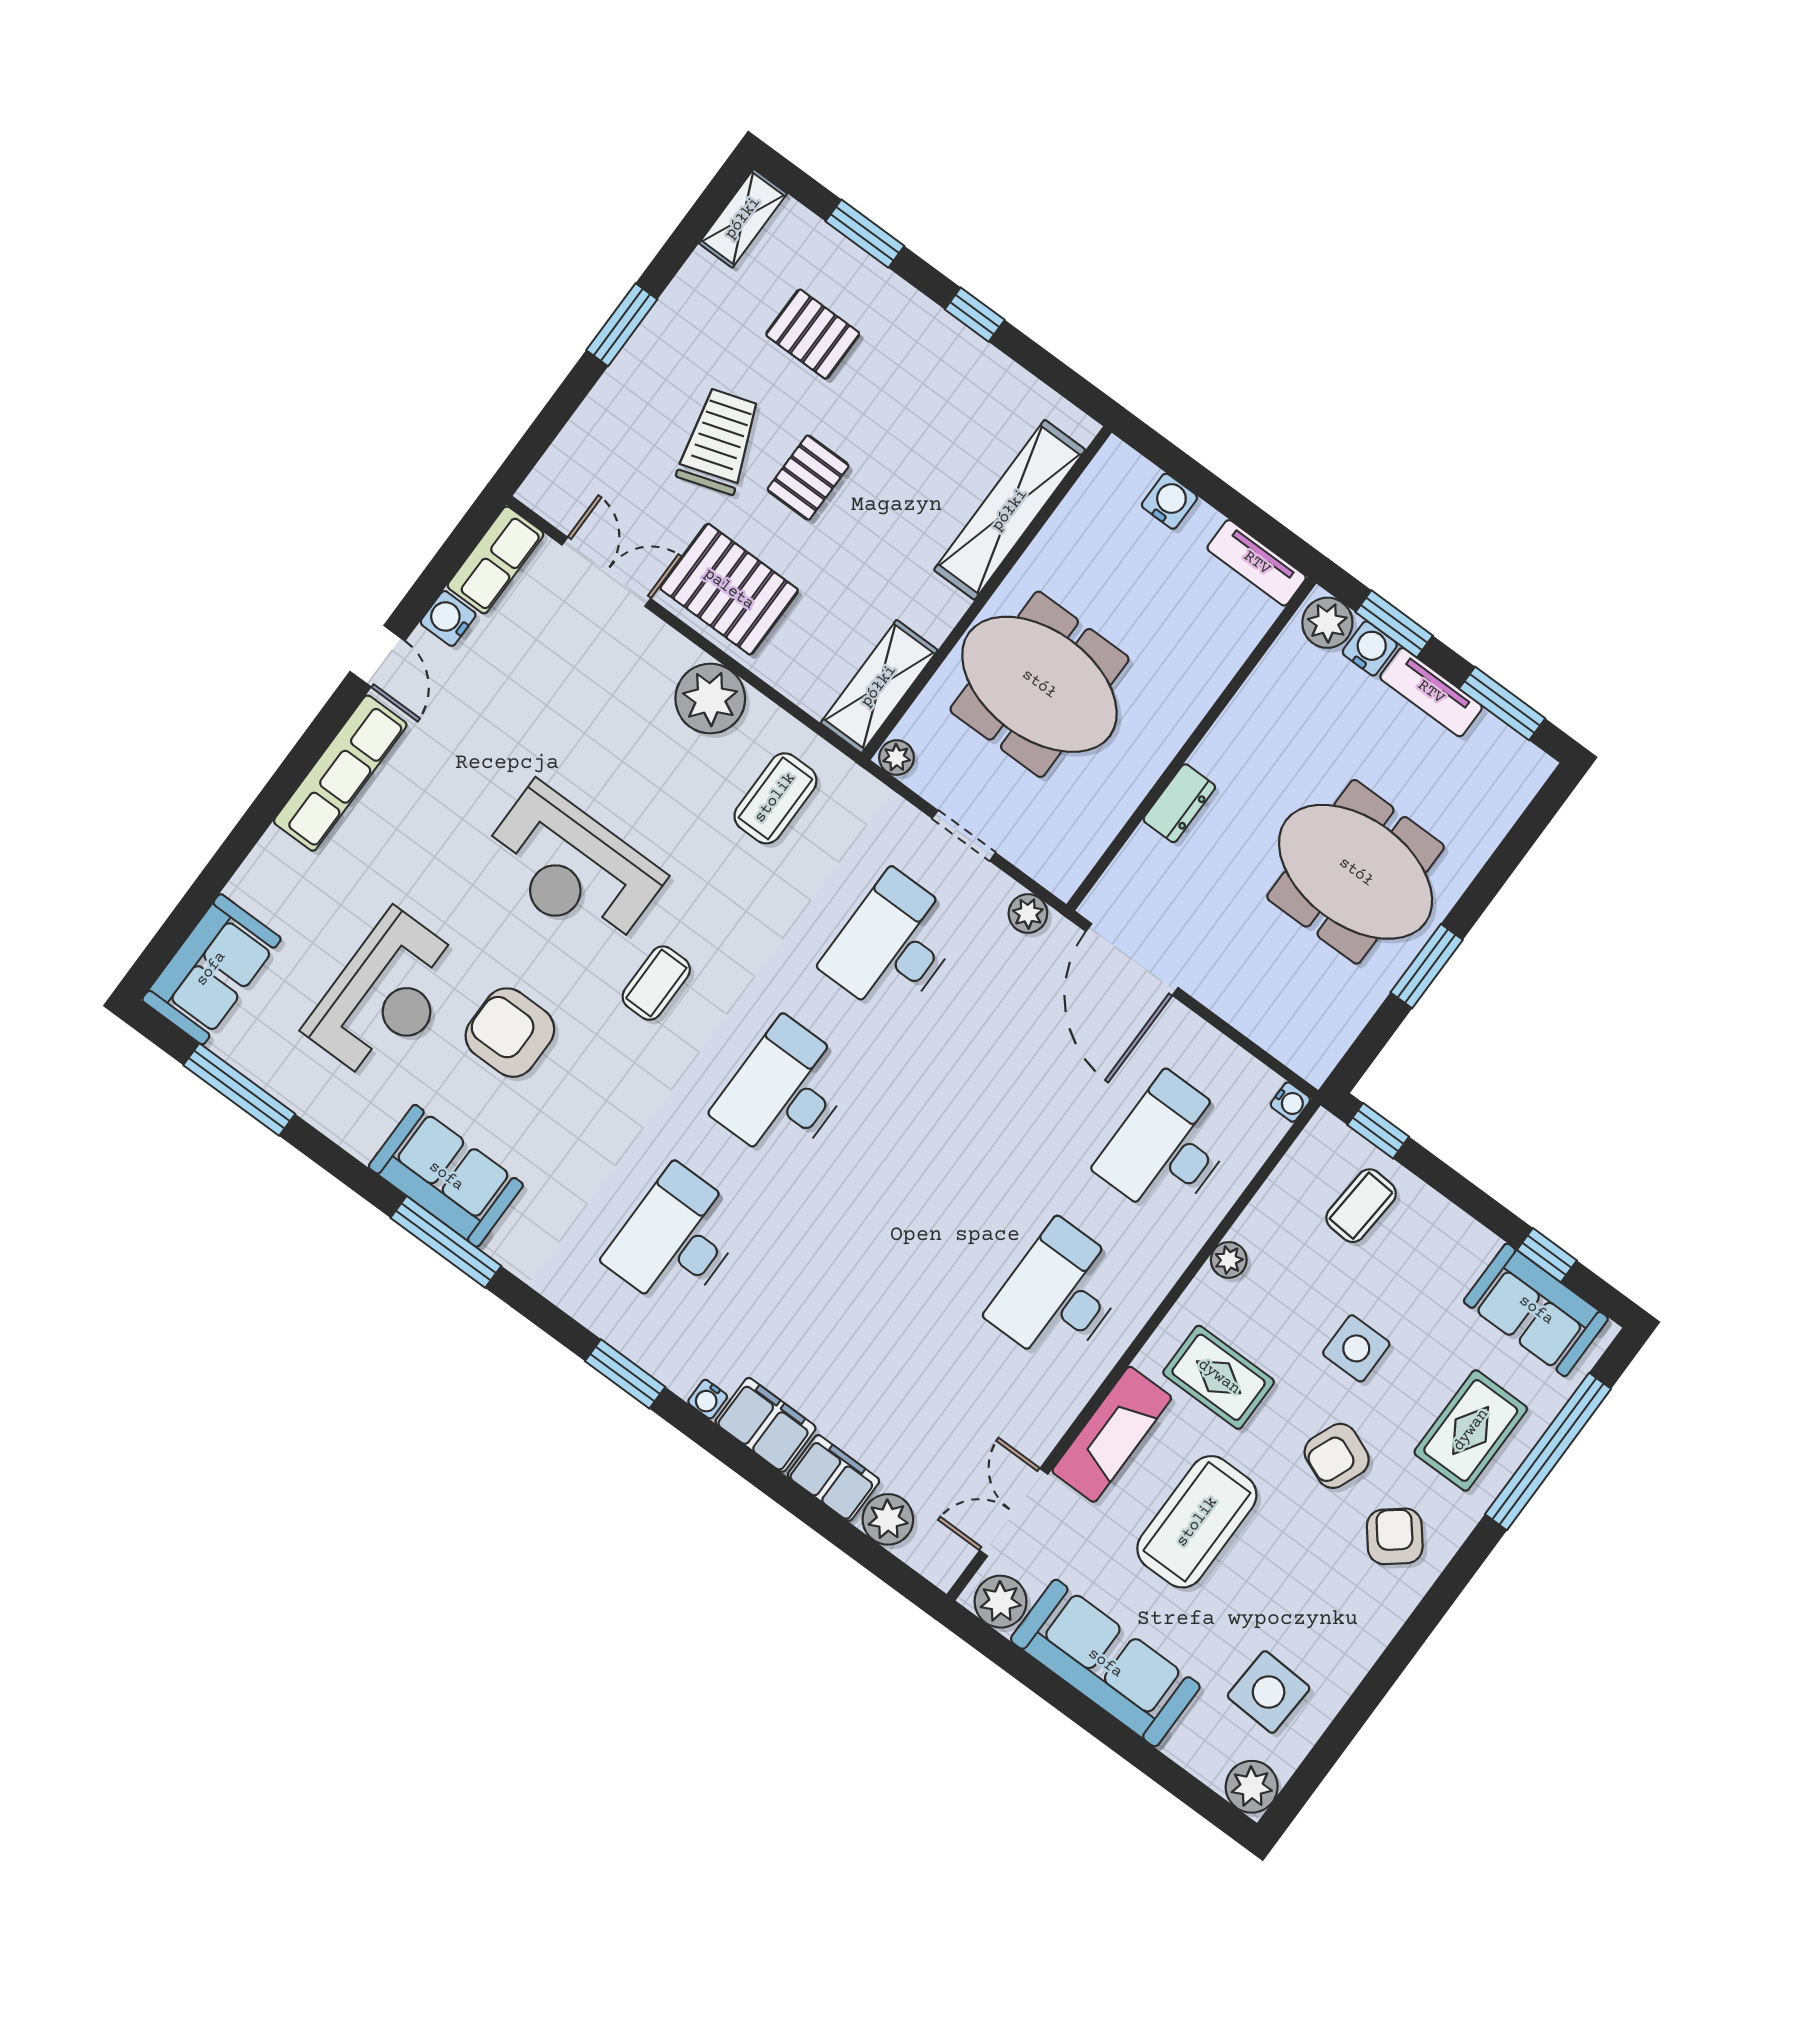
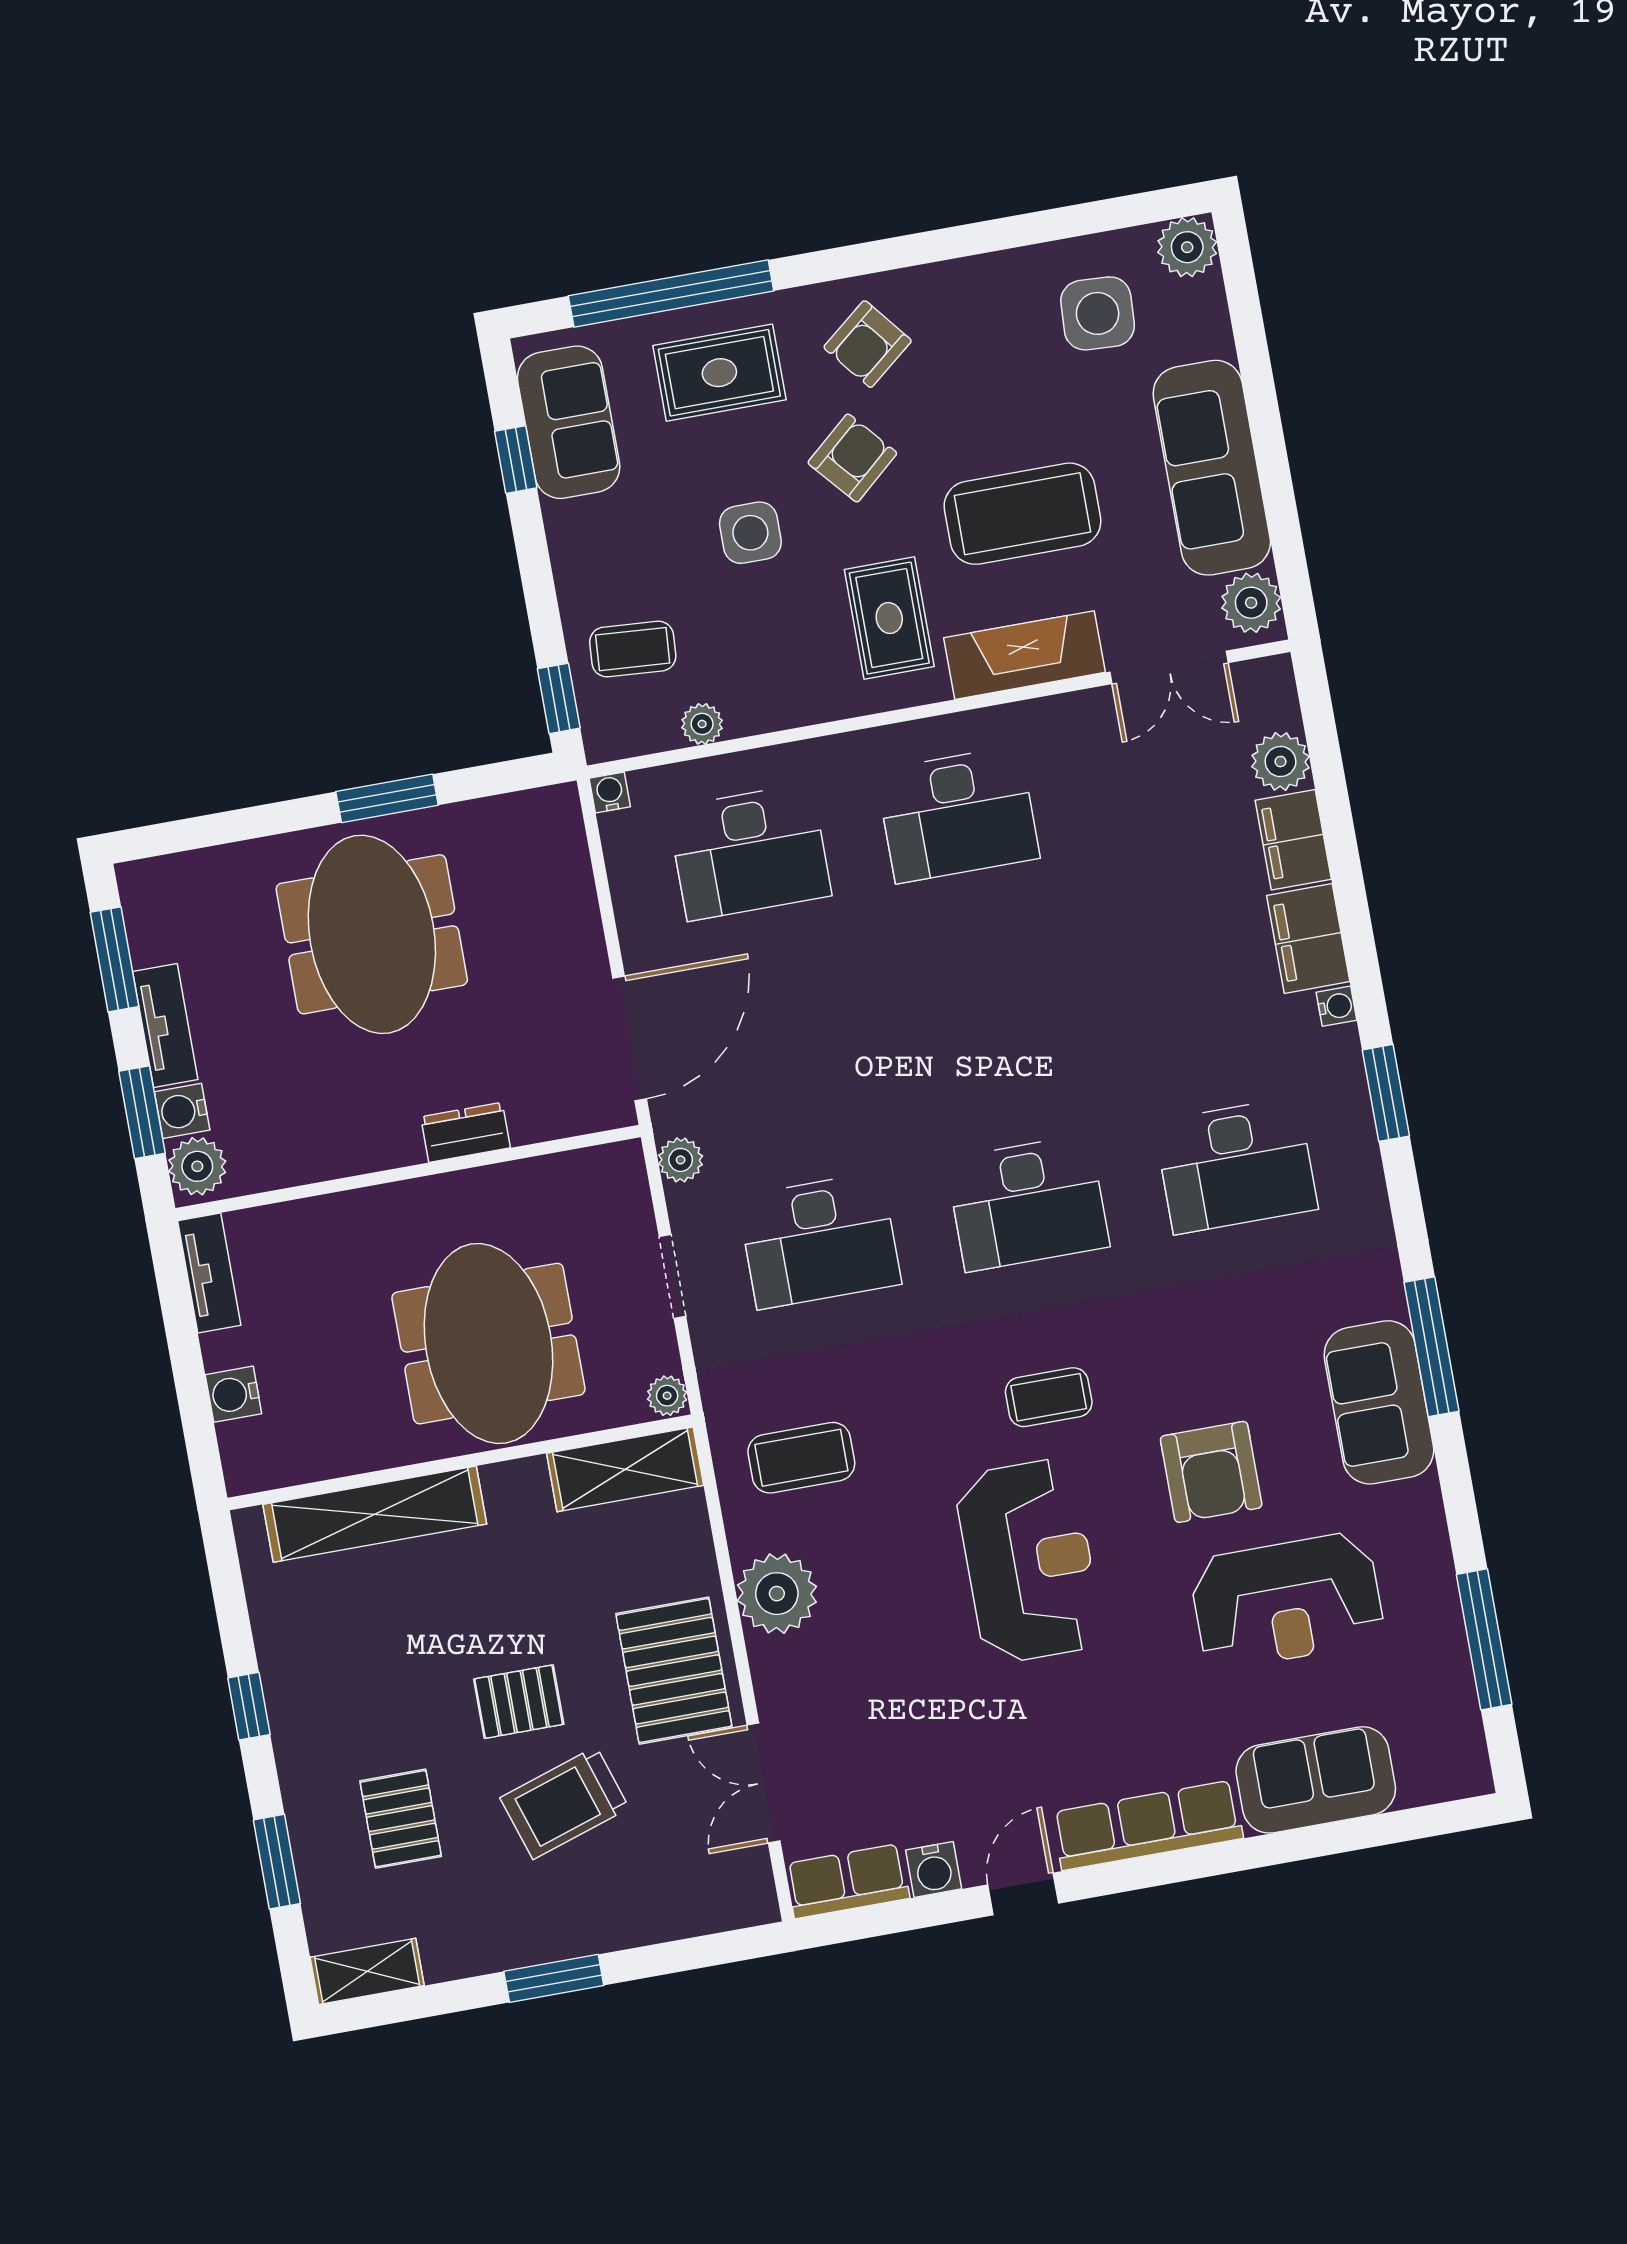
sofa: (211, 969) -> (1316, 1780), moved
reception desk: (386, 997) -> (1287, 1601), turned 180
plant: (1229, 1260) -> (702, 724), moved
armchair: (1337, 1456) -> (852, 458), turned -63

